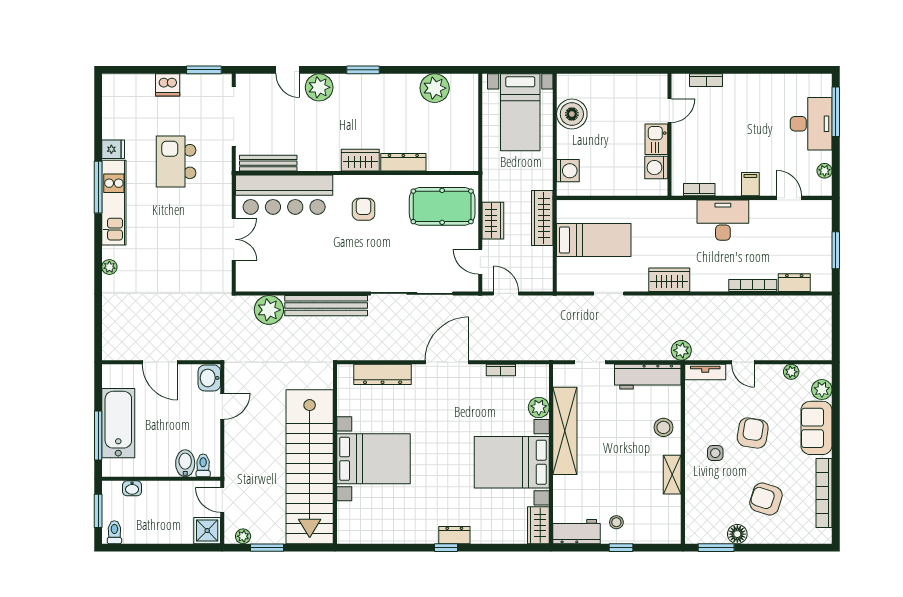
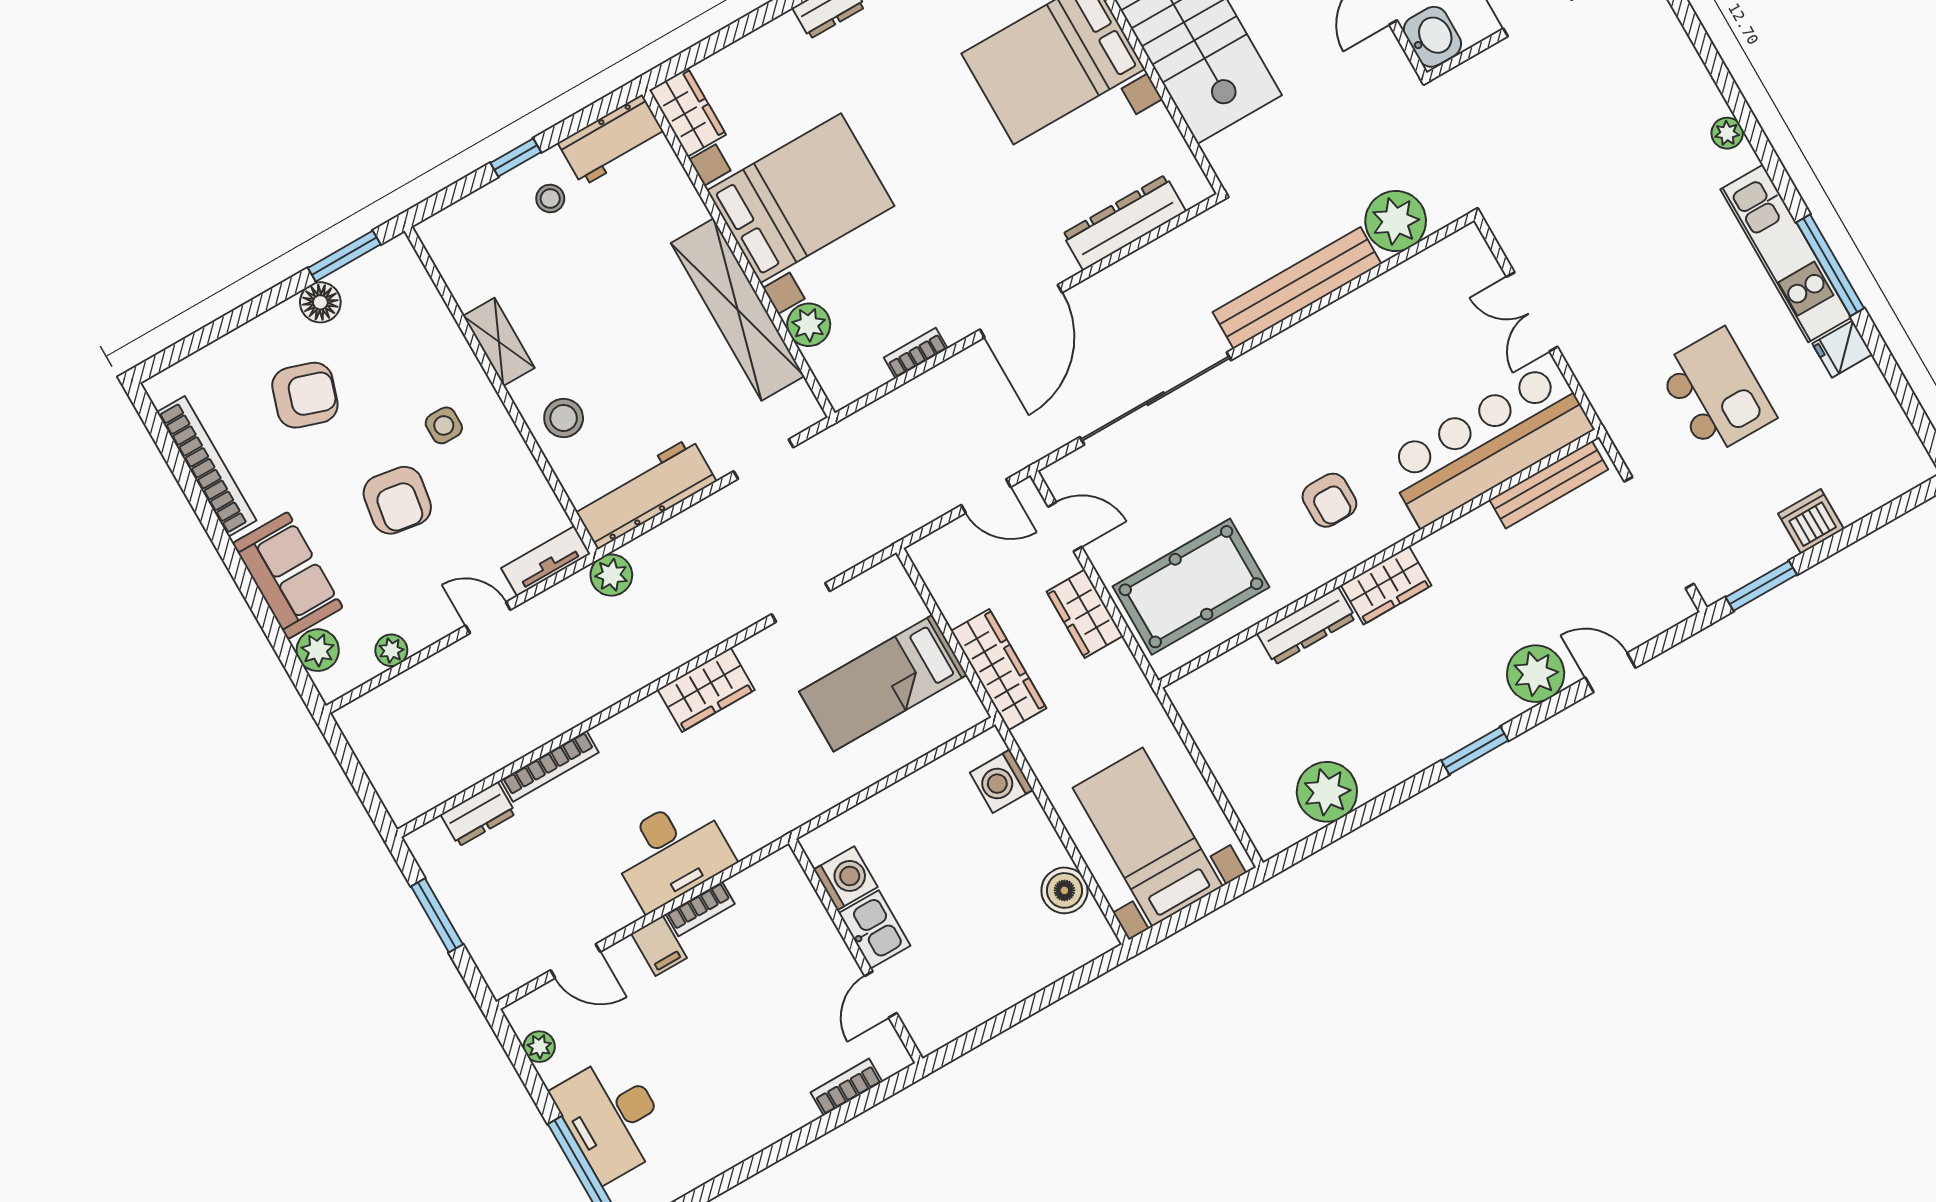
boiler: (572, 114) -> (1064, 890), width x0.73, depth x0.73
bookcase: (699, 190) -> (700, 909), moved

